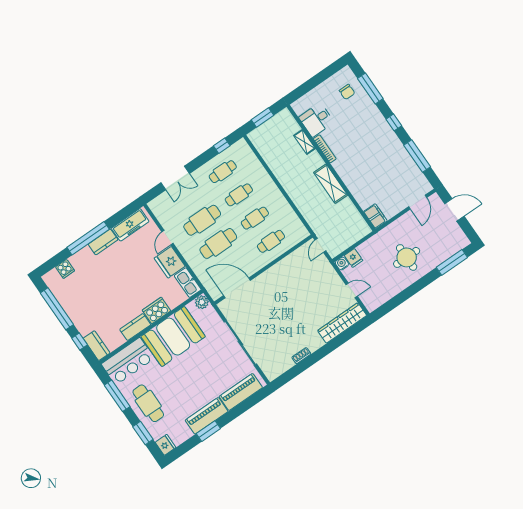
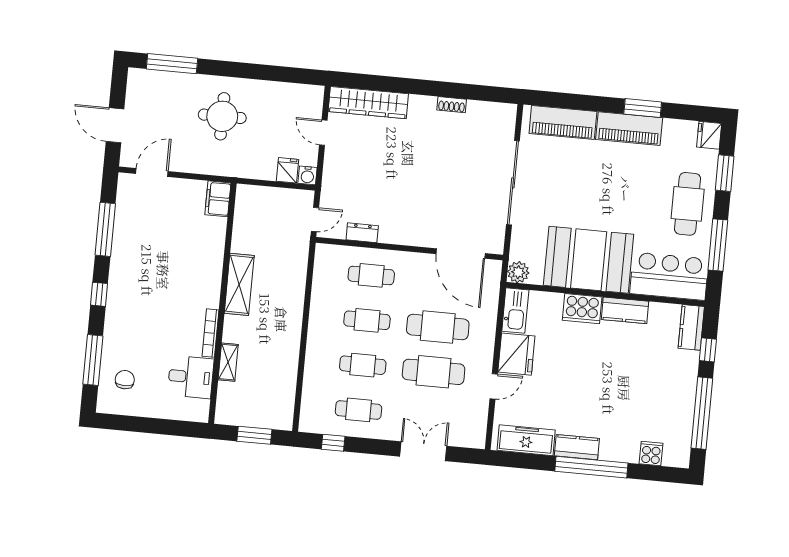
dresser: (293, 258) -> (362, 233), added

